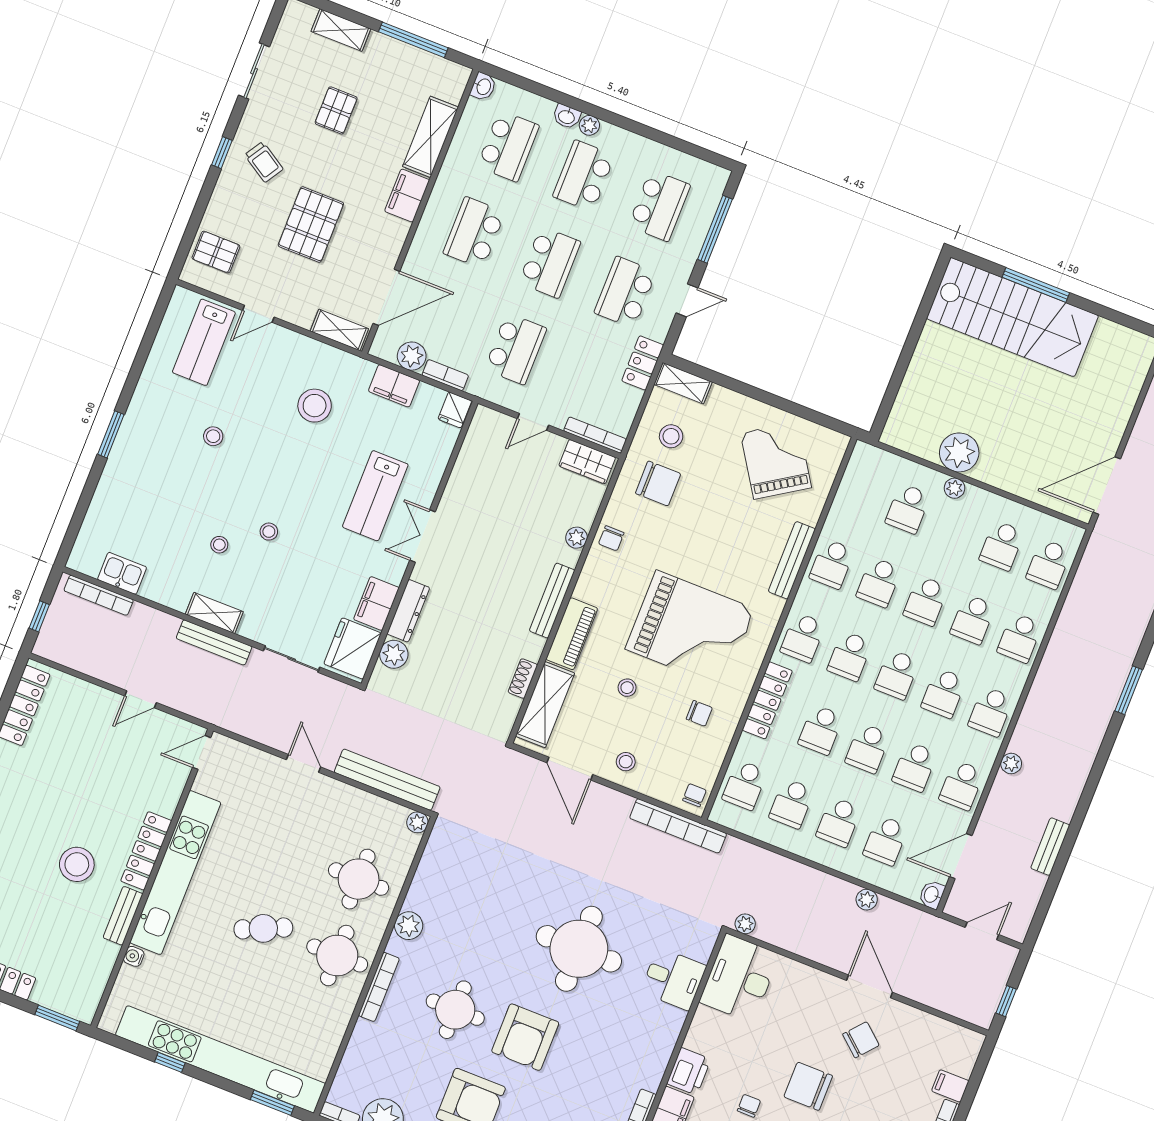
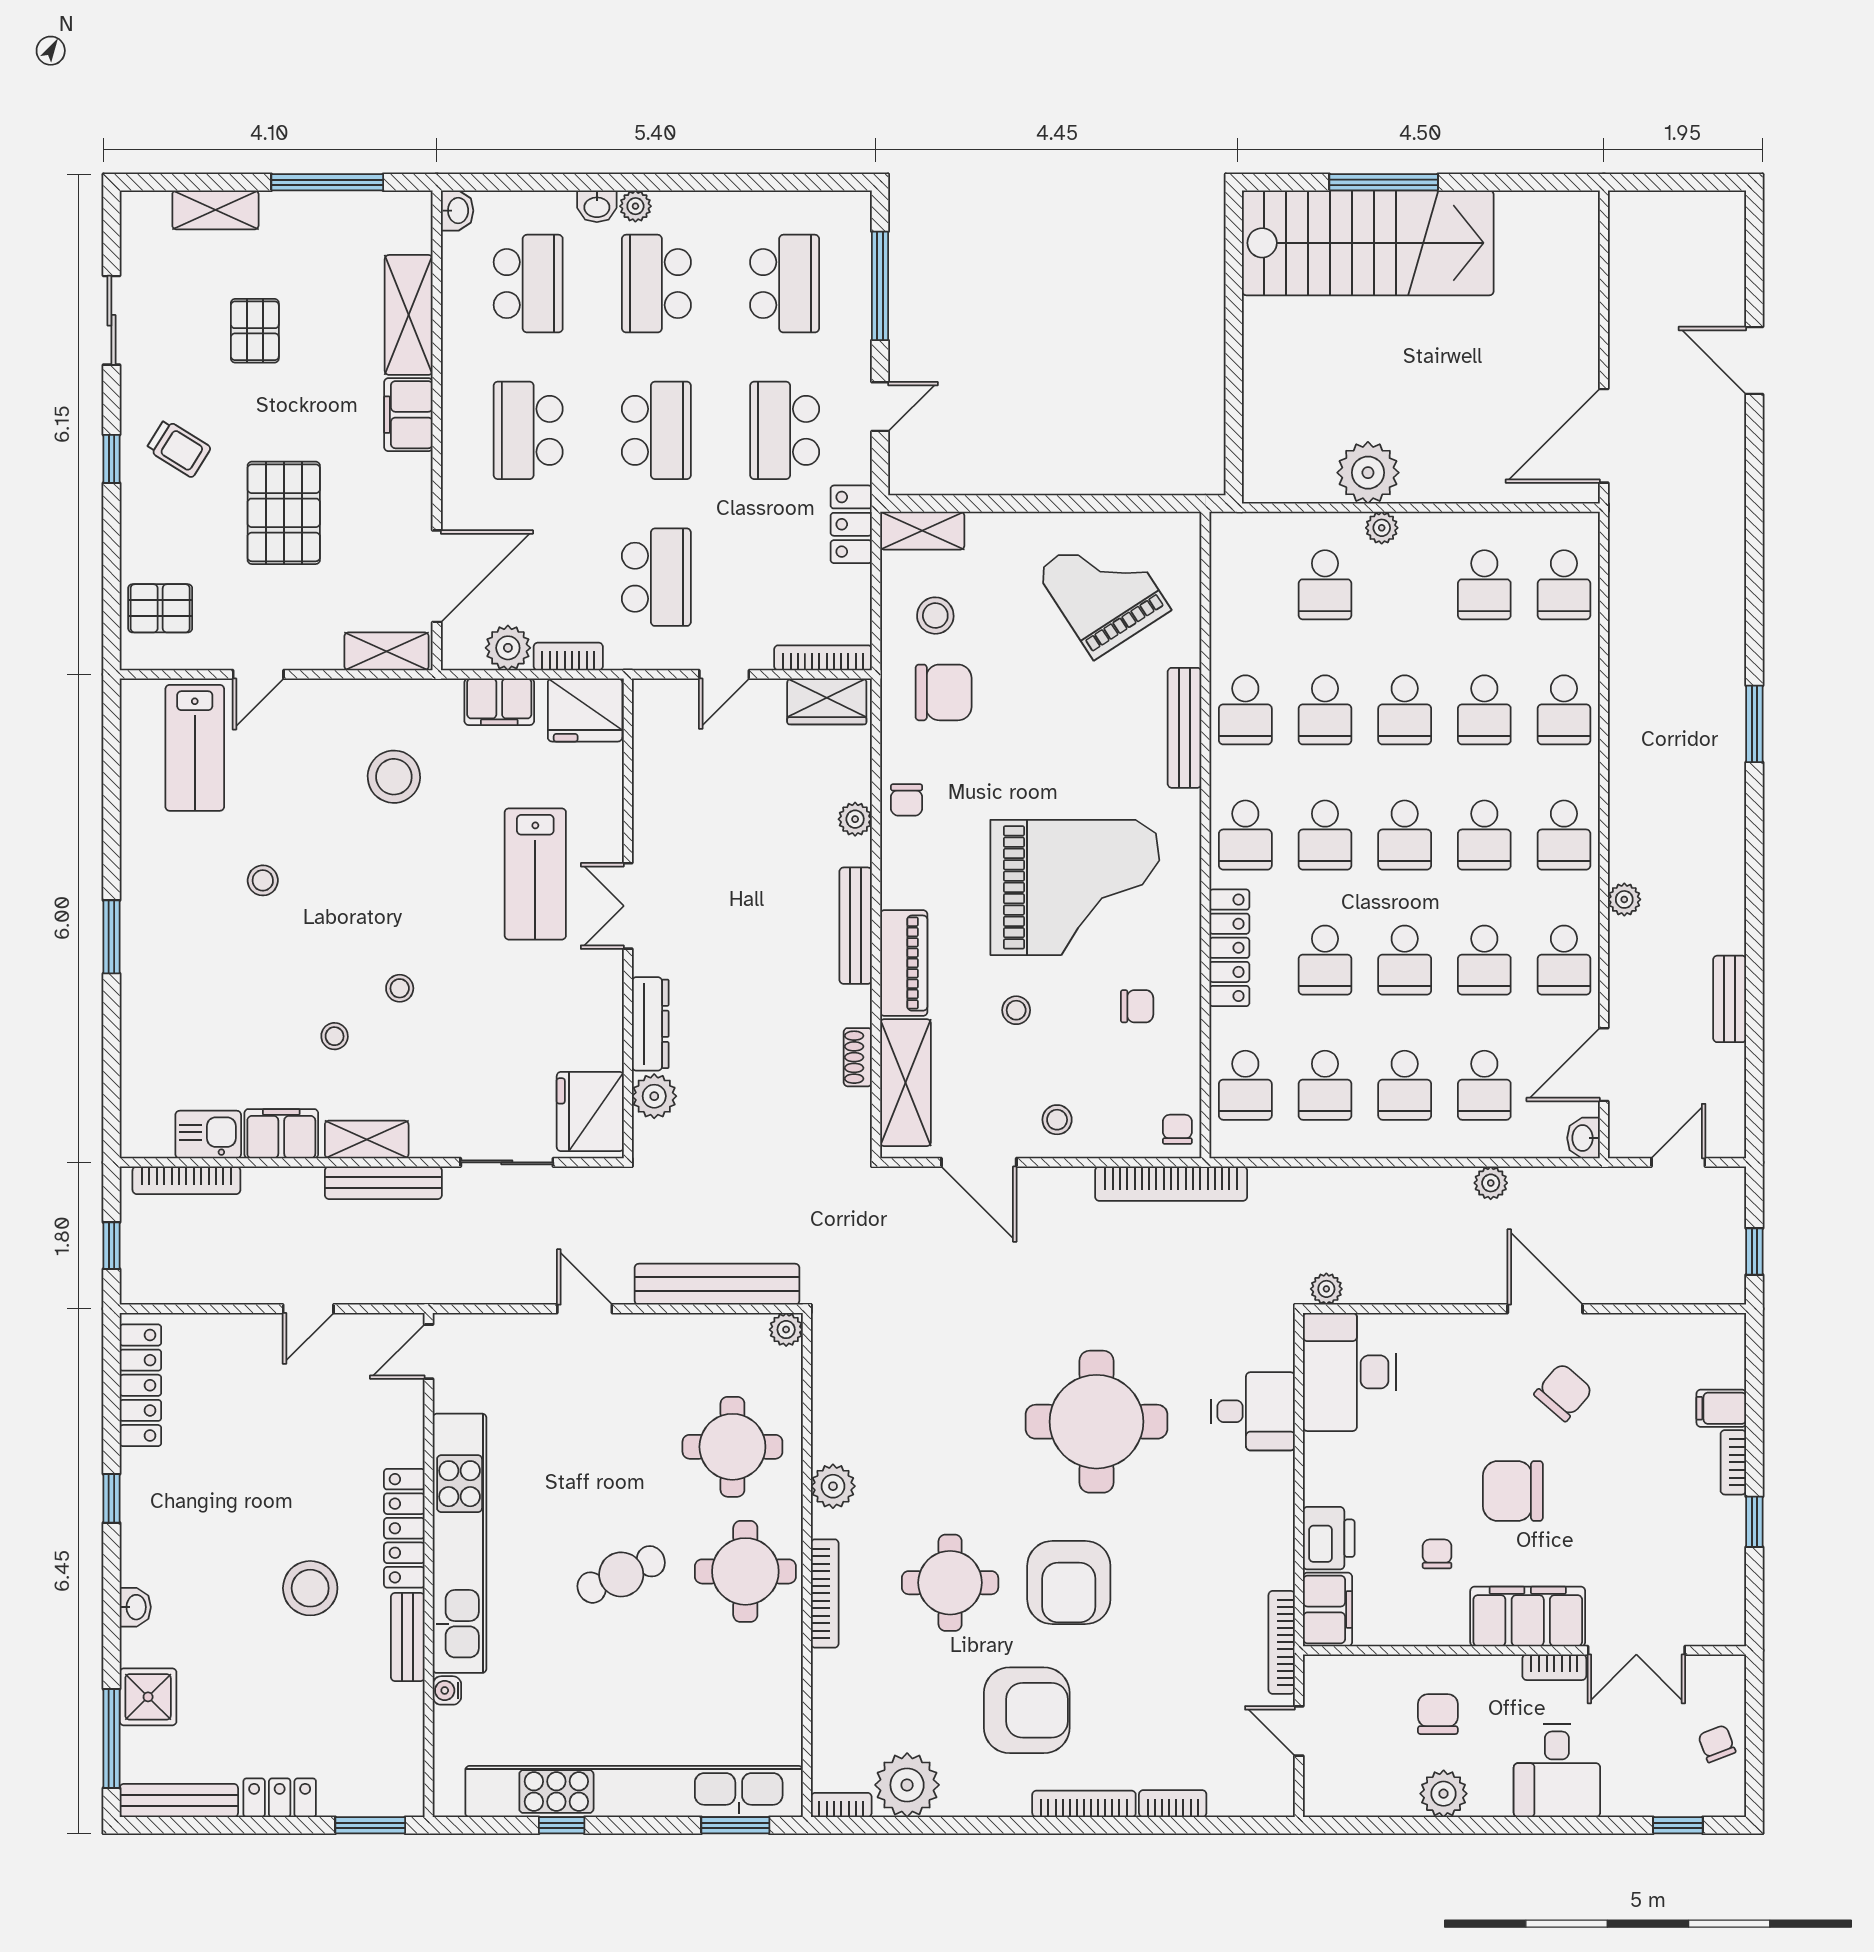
fridge: (455, 410) -> (585, 710), width x1.88, depth x1.34
filing cabinet: (376, 603) -> (281, 1134), moved, turned 90

